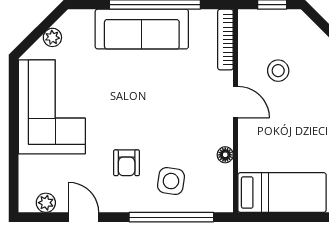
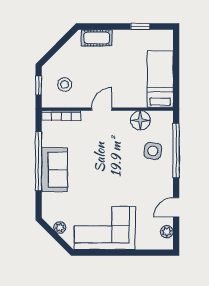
sofa: (142, 29) -> (54, 170), width x0.73
stool: (278, 71) -> (65, 85), moved
floor lamp: (225, 155) -> (140, 120), width x1.89, depth x1.89
armchair: (127, 163) -> (141, 180), removed

